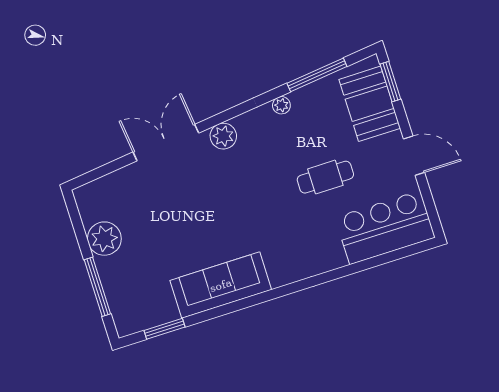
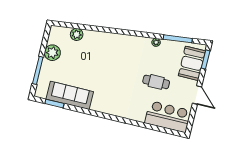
plant: (223, 136) -> (77, 34), moved
double door: (166, 143) -> (101, 29), removed
sofa: (221, 285) -> (70, 95), moved

